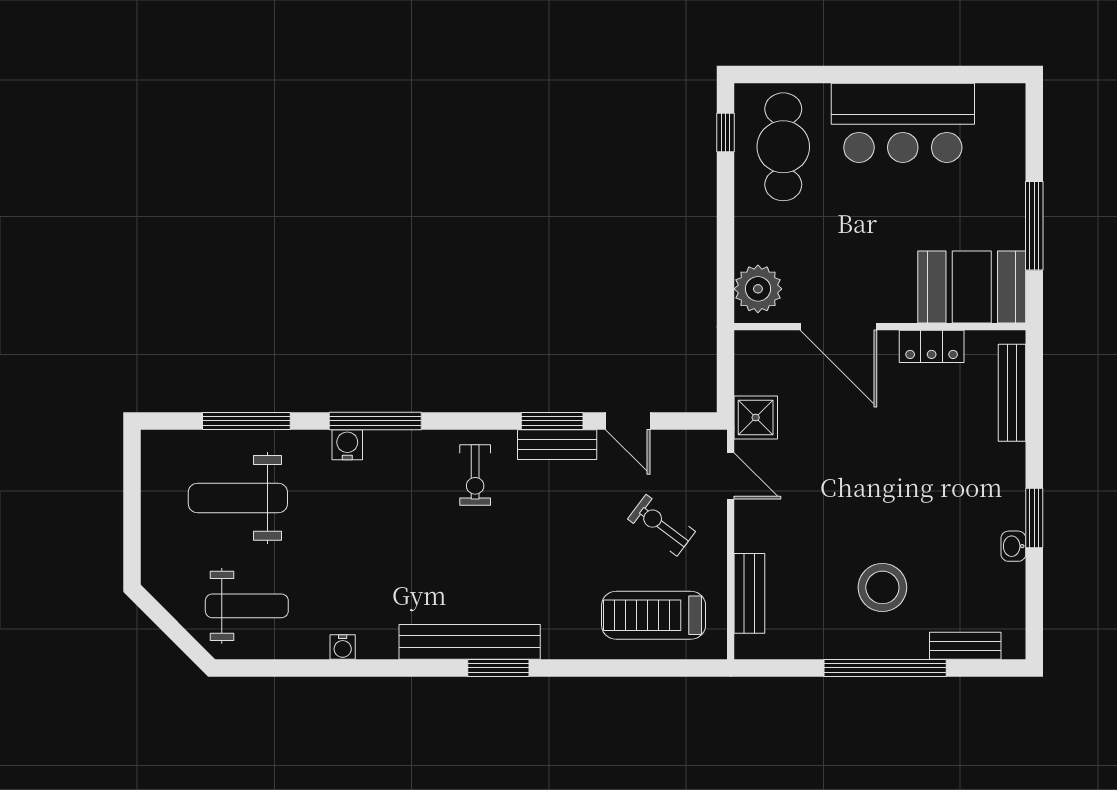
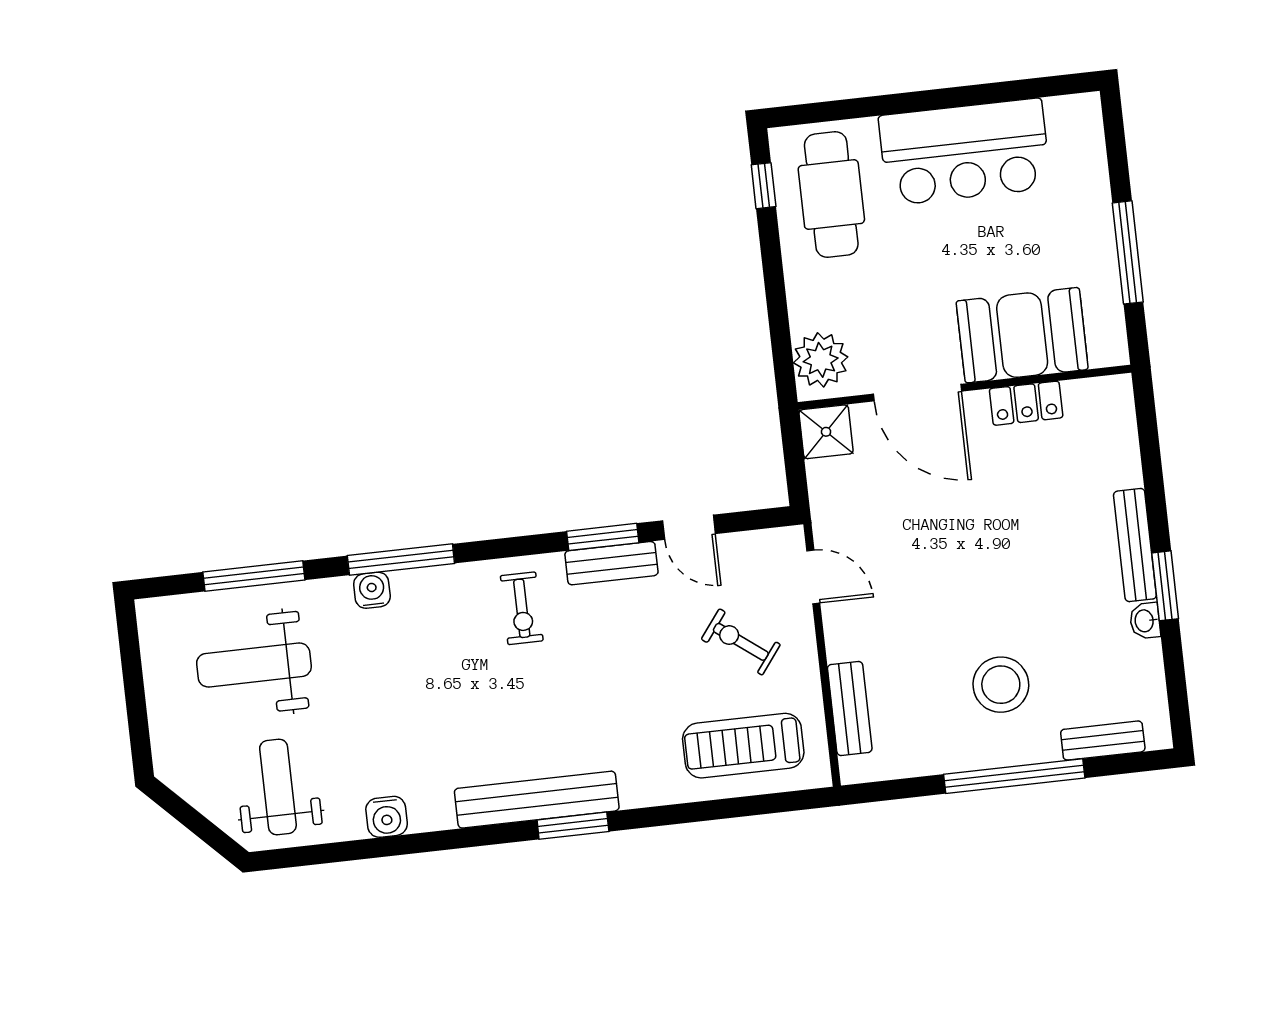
booth: (972, 287) -> (1022, 335), moved
bench: (1012, 393) -> (1135, 545), moved
shower: (756, 417) -> (826, 432), moved
weight bench: (247, 606) -> (278, 787), turned -90
water cooler: (343, 647) -> (387, 817), width x1.38, depth x1.38

